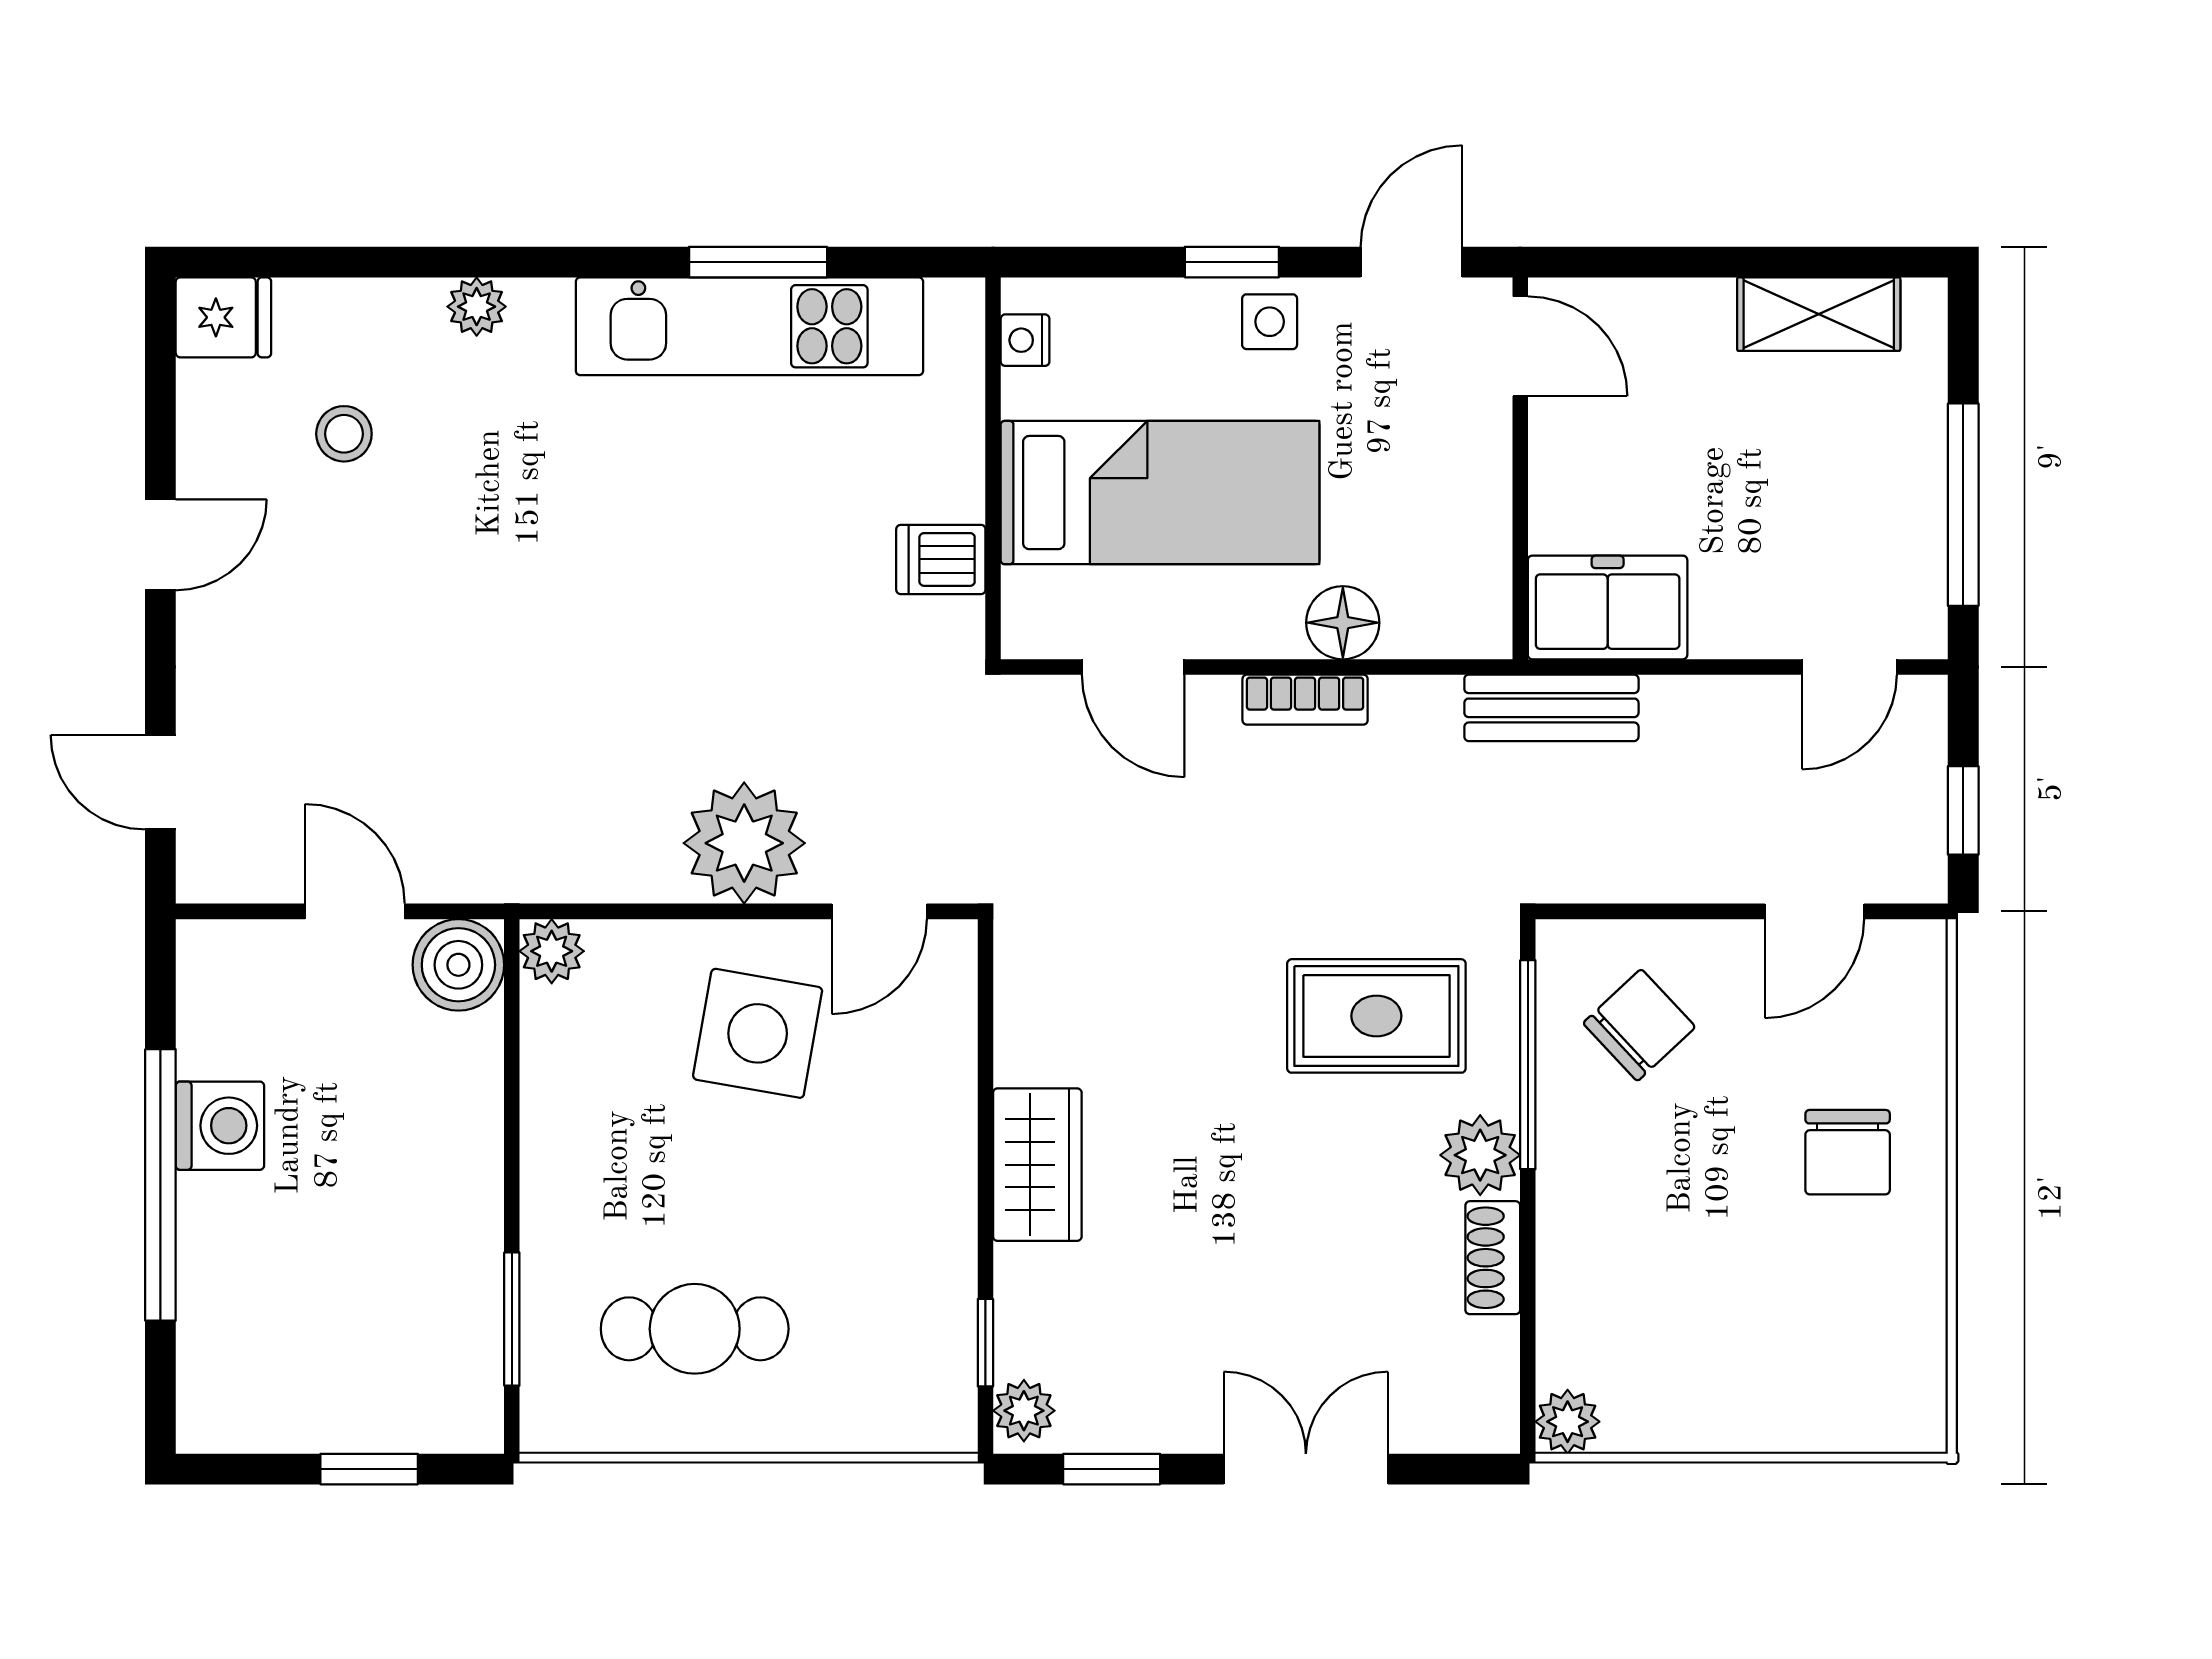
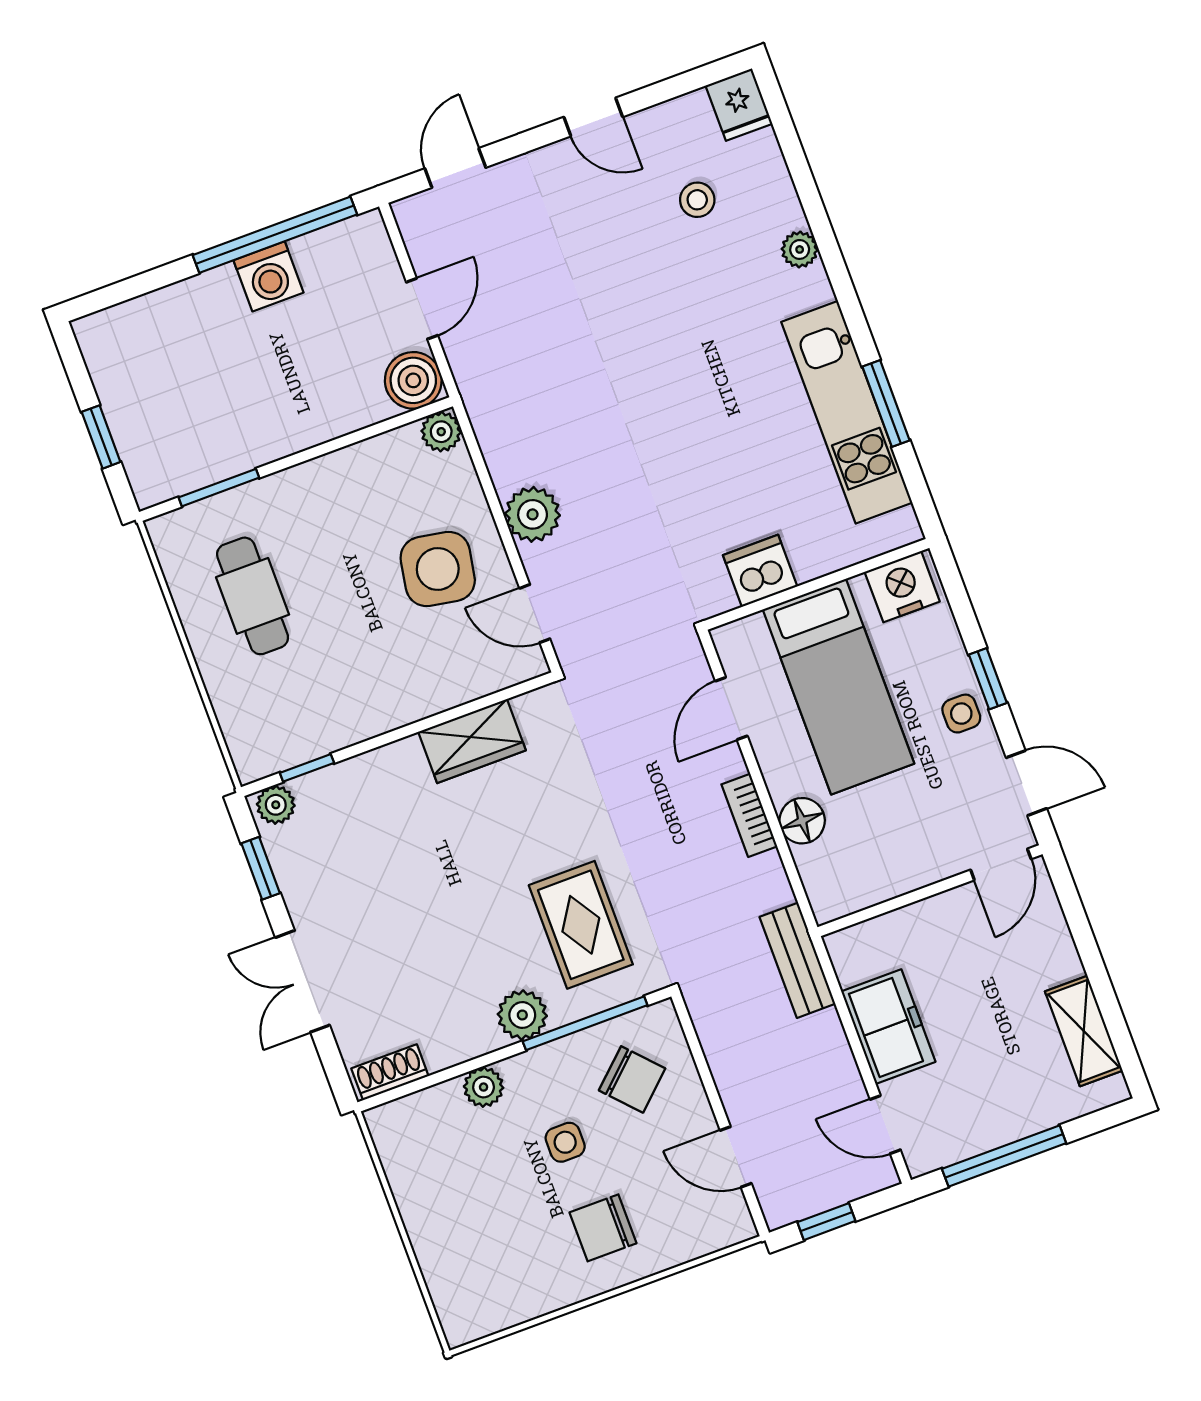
nightstand: (1025, 340) -> (902, 587), width x1.89, depth x1.79
dishwasher: (941, 559) -> (760, 571), width x1.38
freezer: (1608, 607) -> (888, 1027), moved
plant: (744, 843) -> (533, 514), width x0.73, depth x0.73
side table: (1697, 1161) -> (565, 1142), added
wardrobe: (1037, 1165) -> (472, 741), moved
window: (160, 1185) -> (275, 235), moved
shoe rack: (1493, 1258) -> (390, 1072), moved
plant: (1568, 1422) -> (484, 1087), moved
double door: (1306, 1469) -> (302, 981), swing flipped

